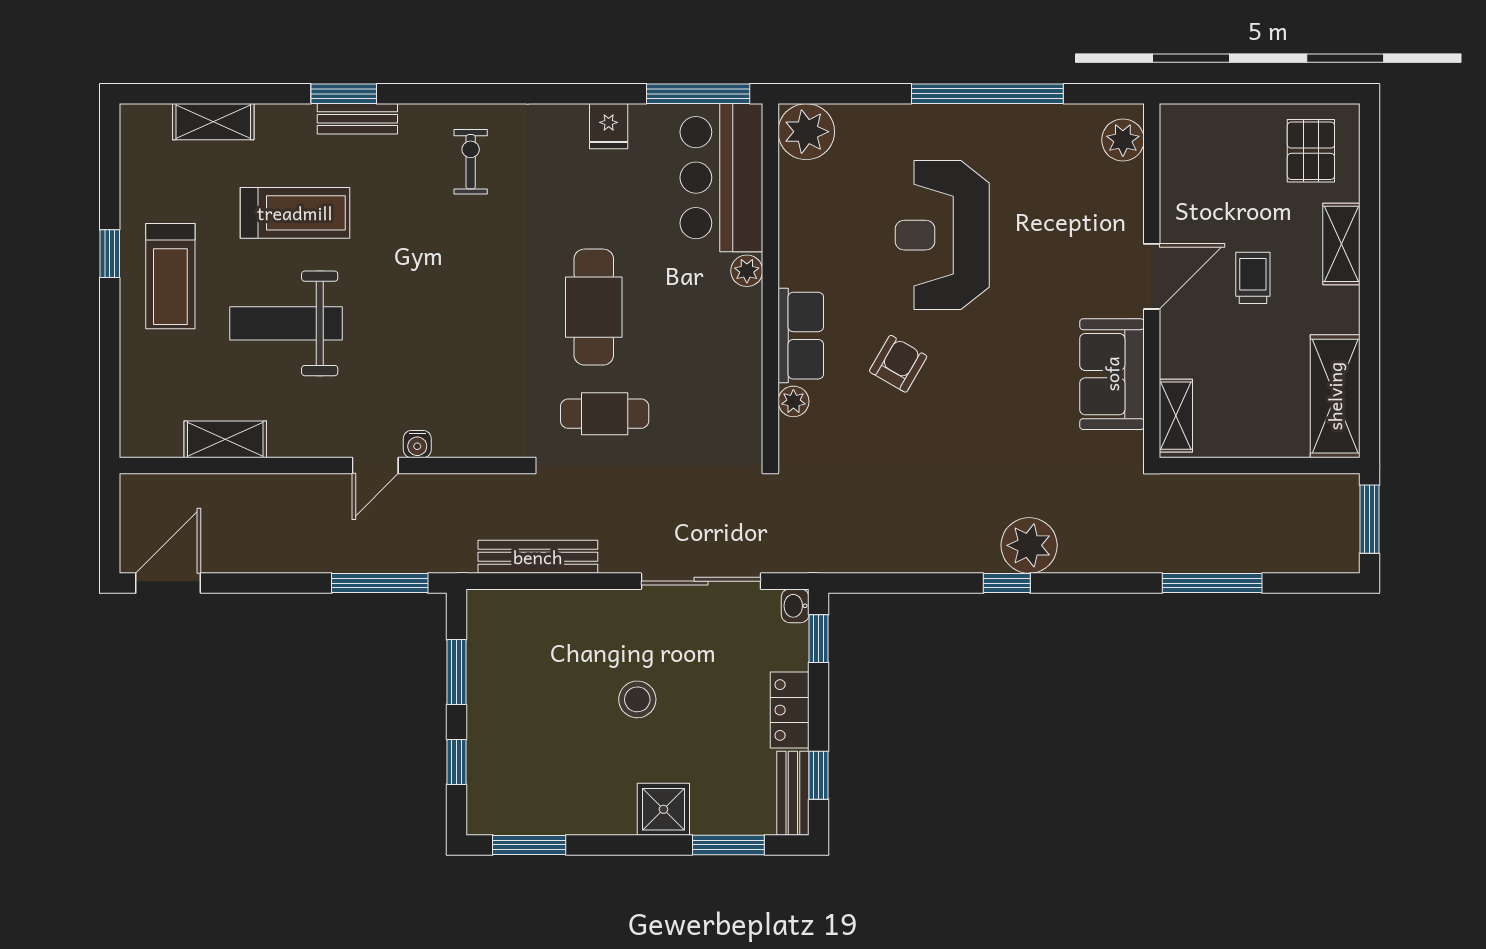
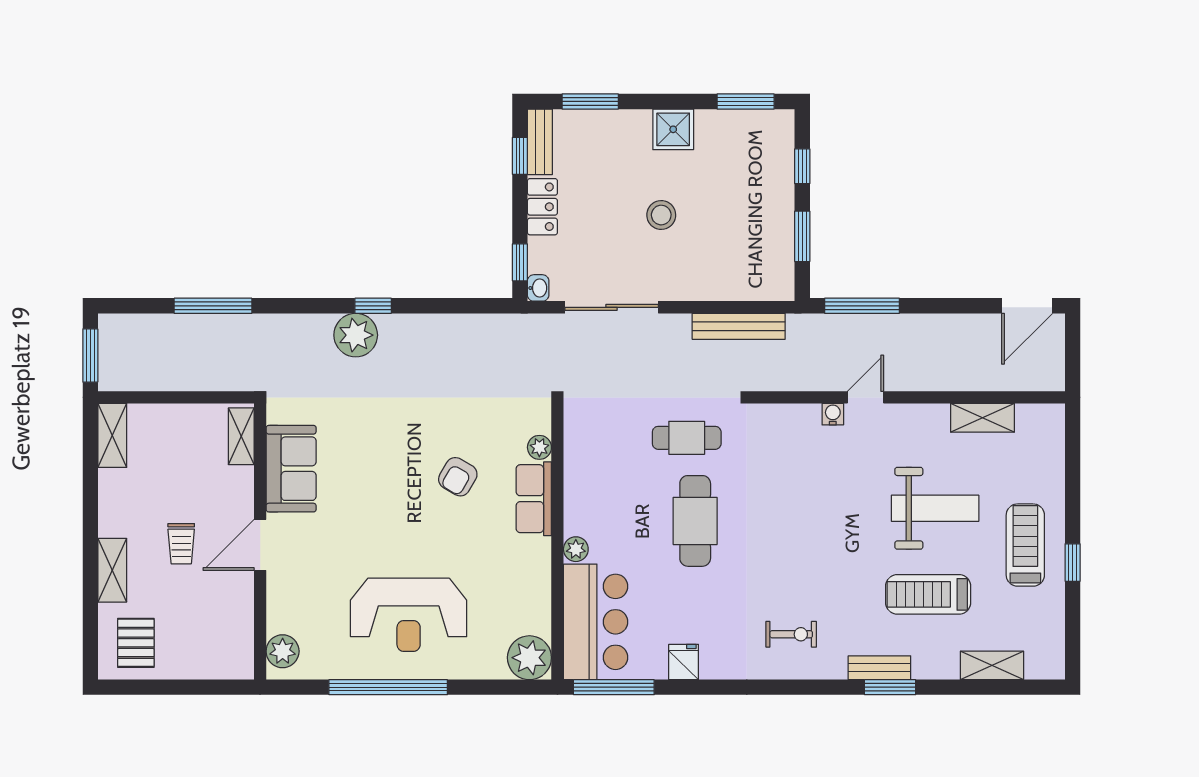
exercise bike: (471, 162) -> (791, 634), turned -90
reception desk: (942, 235) -> (409, 615), moved, turned 90
shelving: (1335, 396) -> (112, 435), width x0.67, depth x0.75
shower: (663, 809) -> (673, 129), moved

